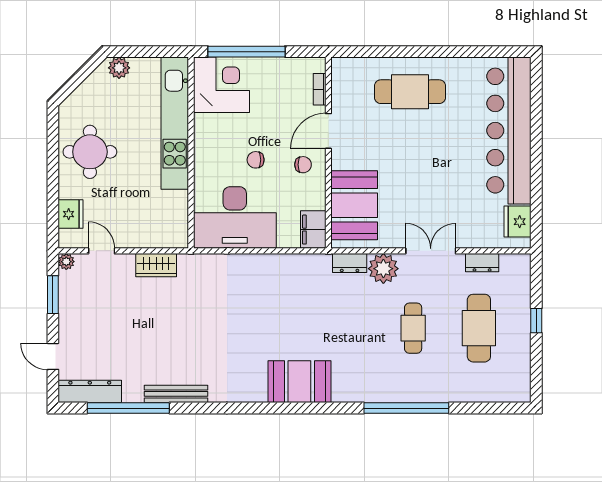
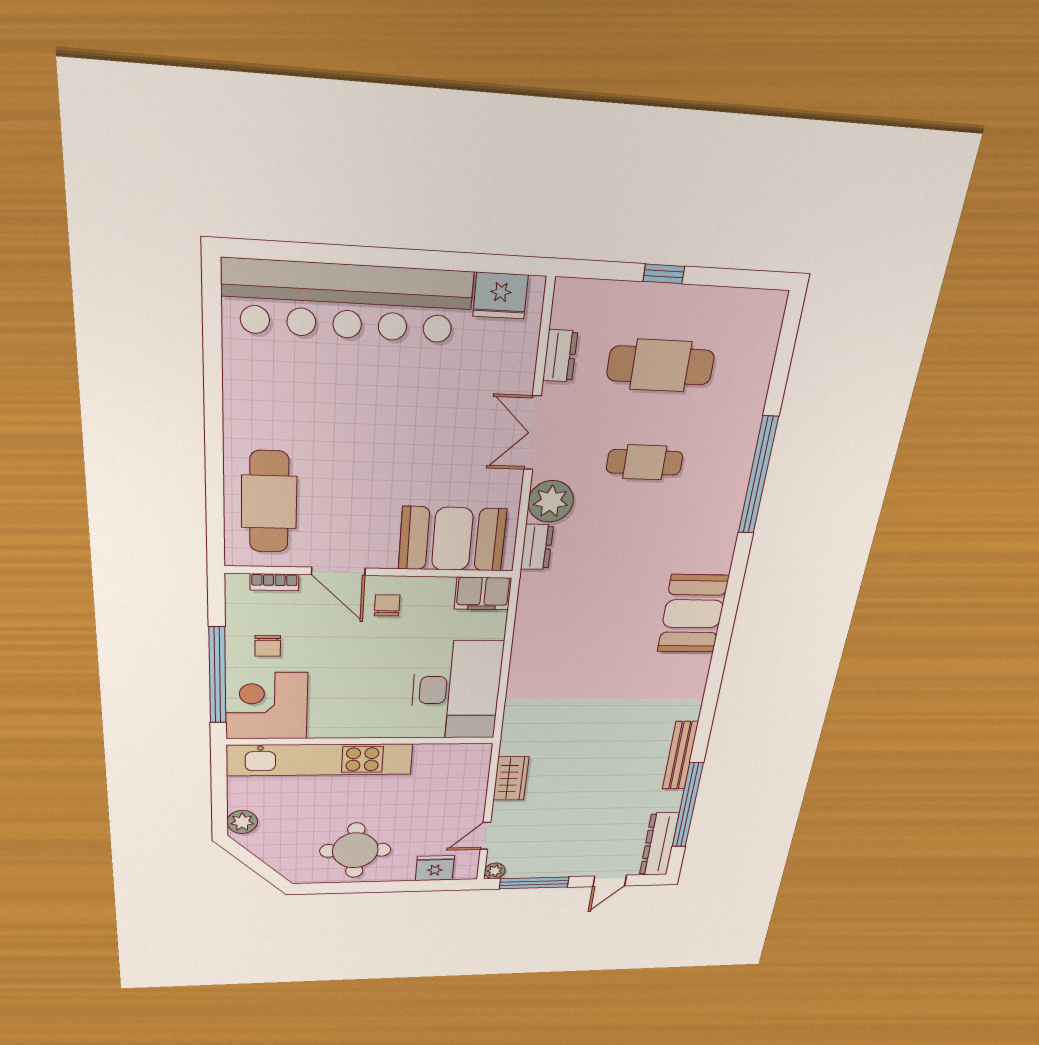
cafe table: (410, 92) -> (269, 502), moved
chair: (256, 160) -> (268, 646), moved
window: (53, 295) -> (534, 883), width x1.44

